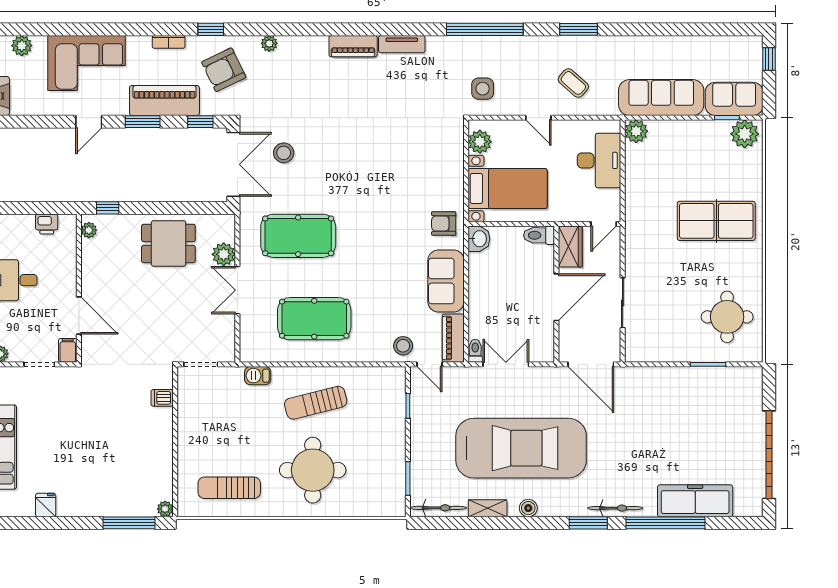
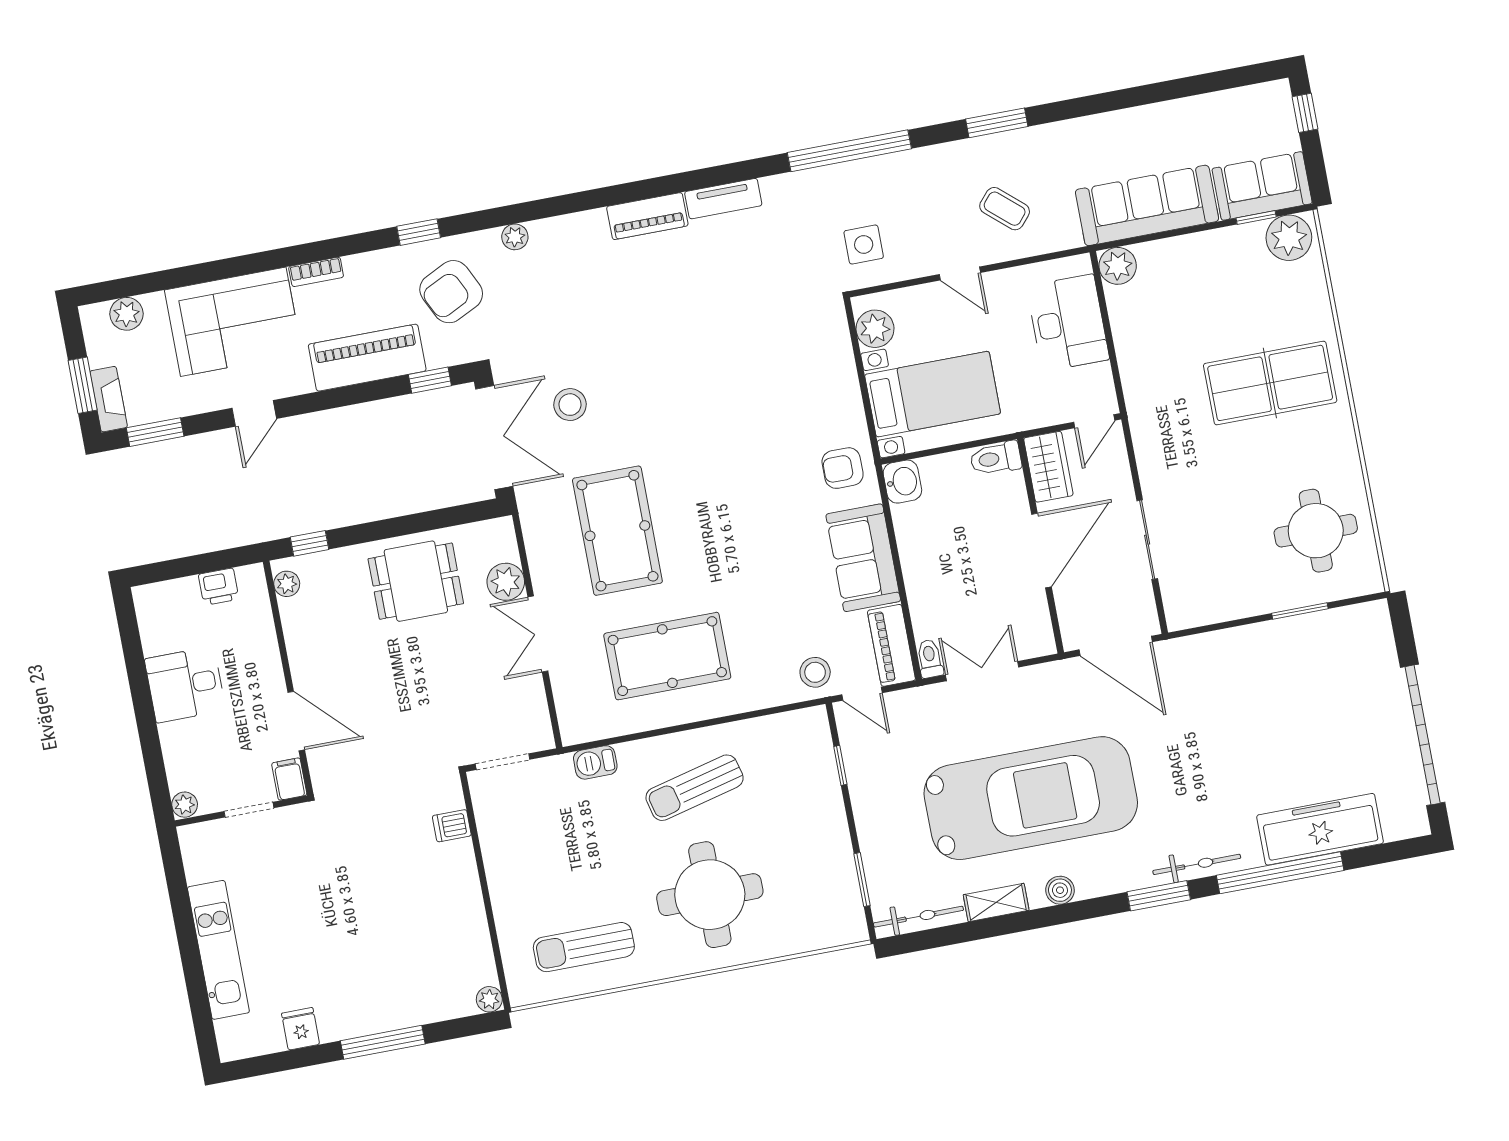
bookcase: (169, 42) -> (316, 272), moved
window: (143, 122) -> (155, 432), moved
pool table: (298, 236) -> (617, 531), turned 90
window: (129, 523) -> (383, 1042), moved

